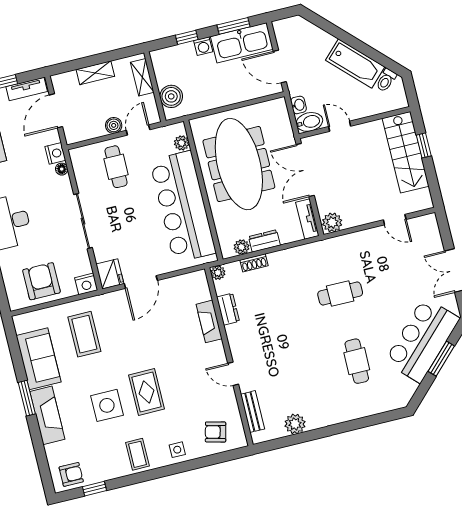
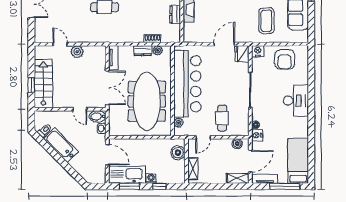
shelving: (95, 73) -> (238, 178), moved
boiler: (114, 125) -> (237, 144), moved
plant: (332, 222) -> (77, 52), moved
plant: (218, 273) -> (176, 38), removed

